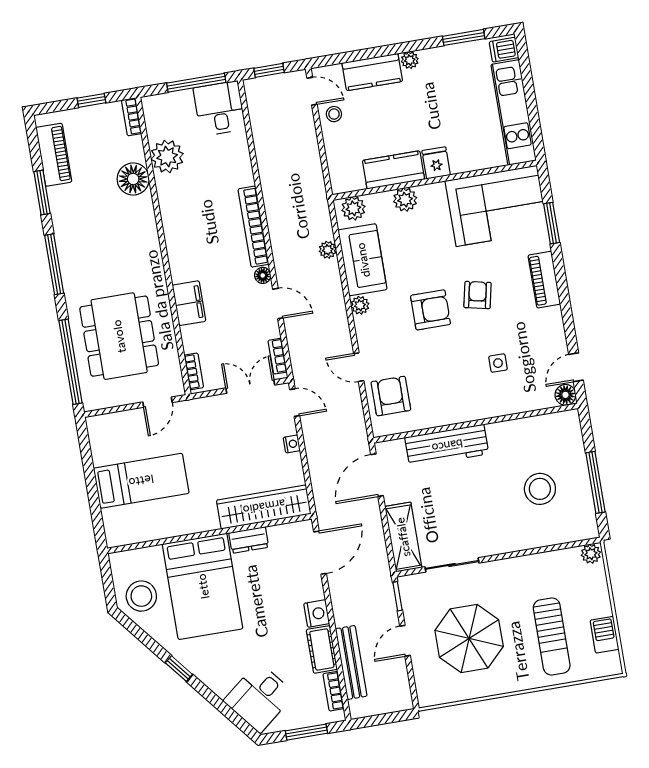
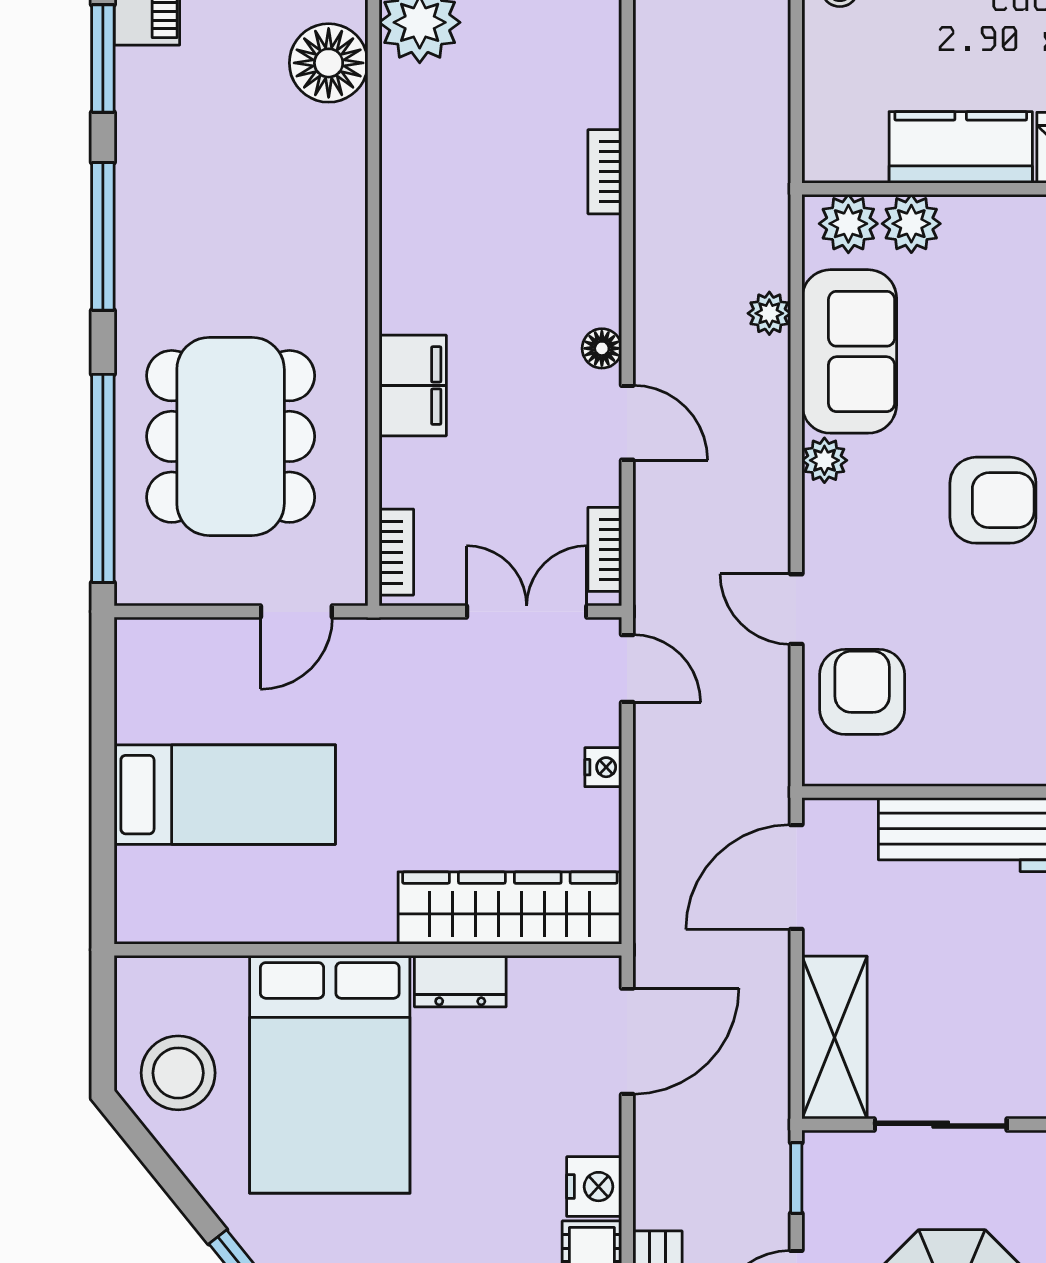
plant: (405, 200) -> (911, 224), moved
bookcase: (253, 227) -> (605, 172), width x0.43, depth x0.76

